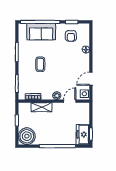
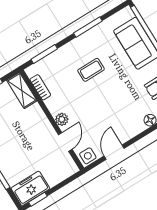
door: (91, 79) -> (114, 152), hinge flipped
door: (70, 101) -> (65, 142), hinge flipped
shelving: (41, 107) -> (22, 90), moved

